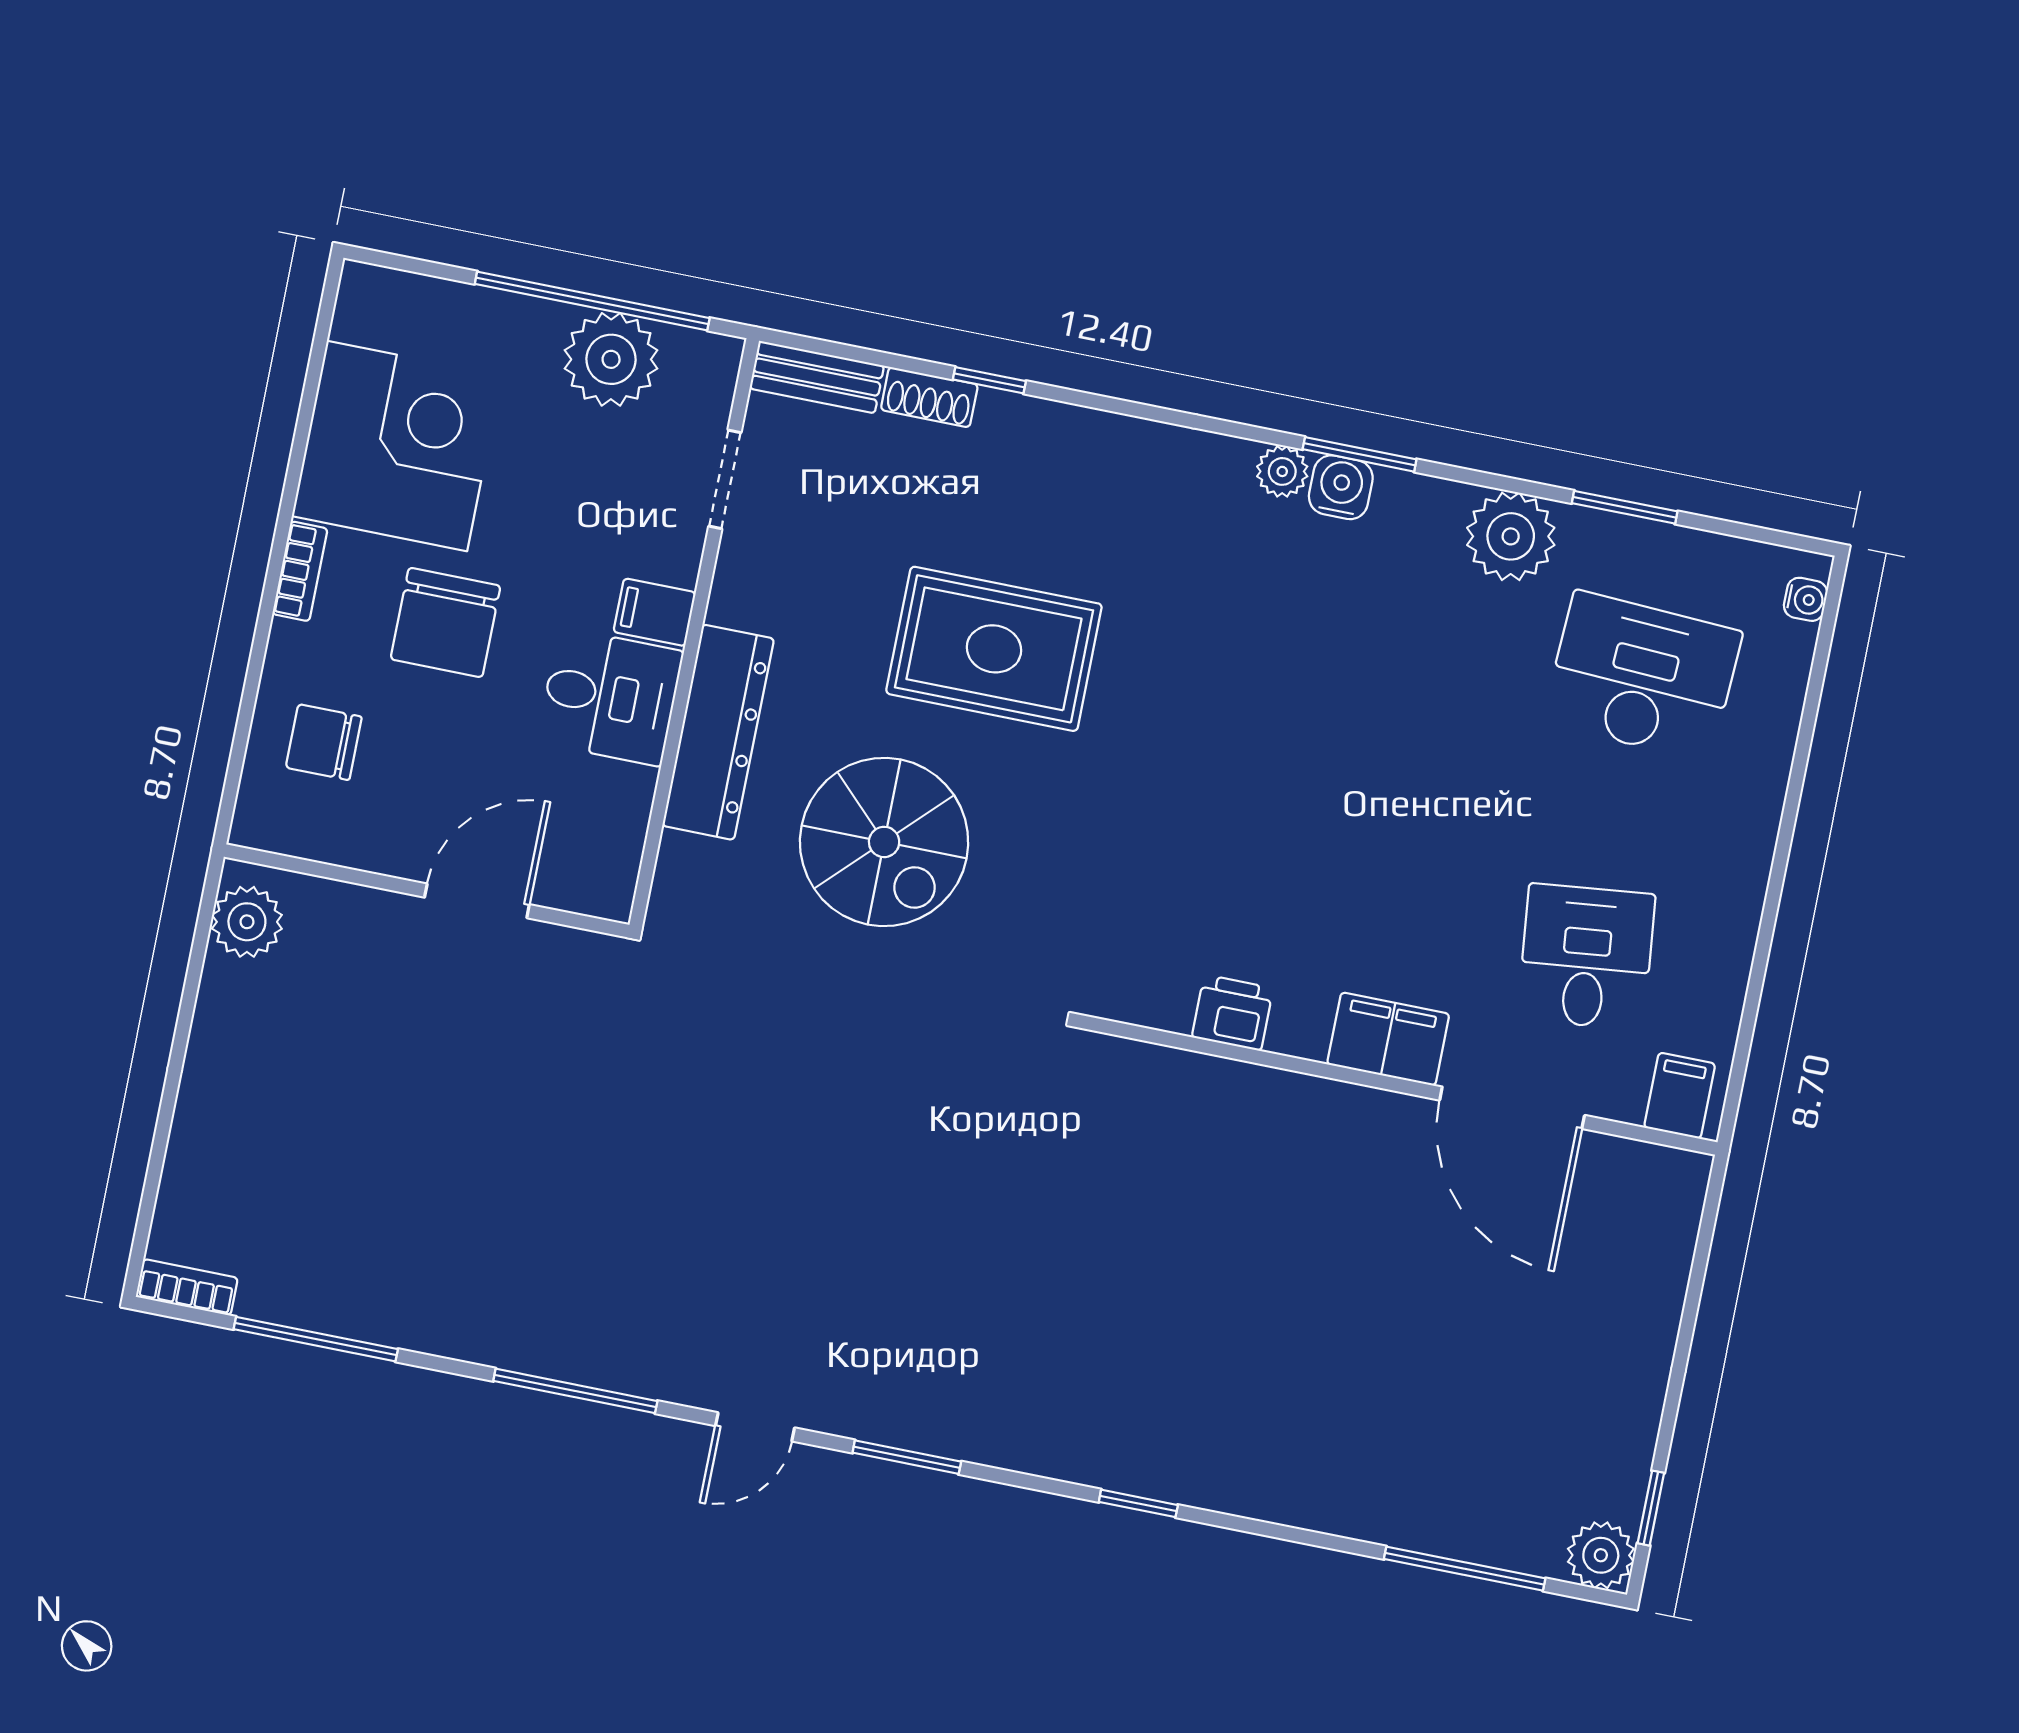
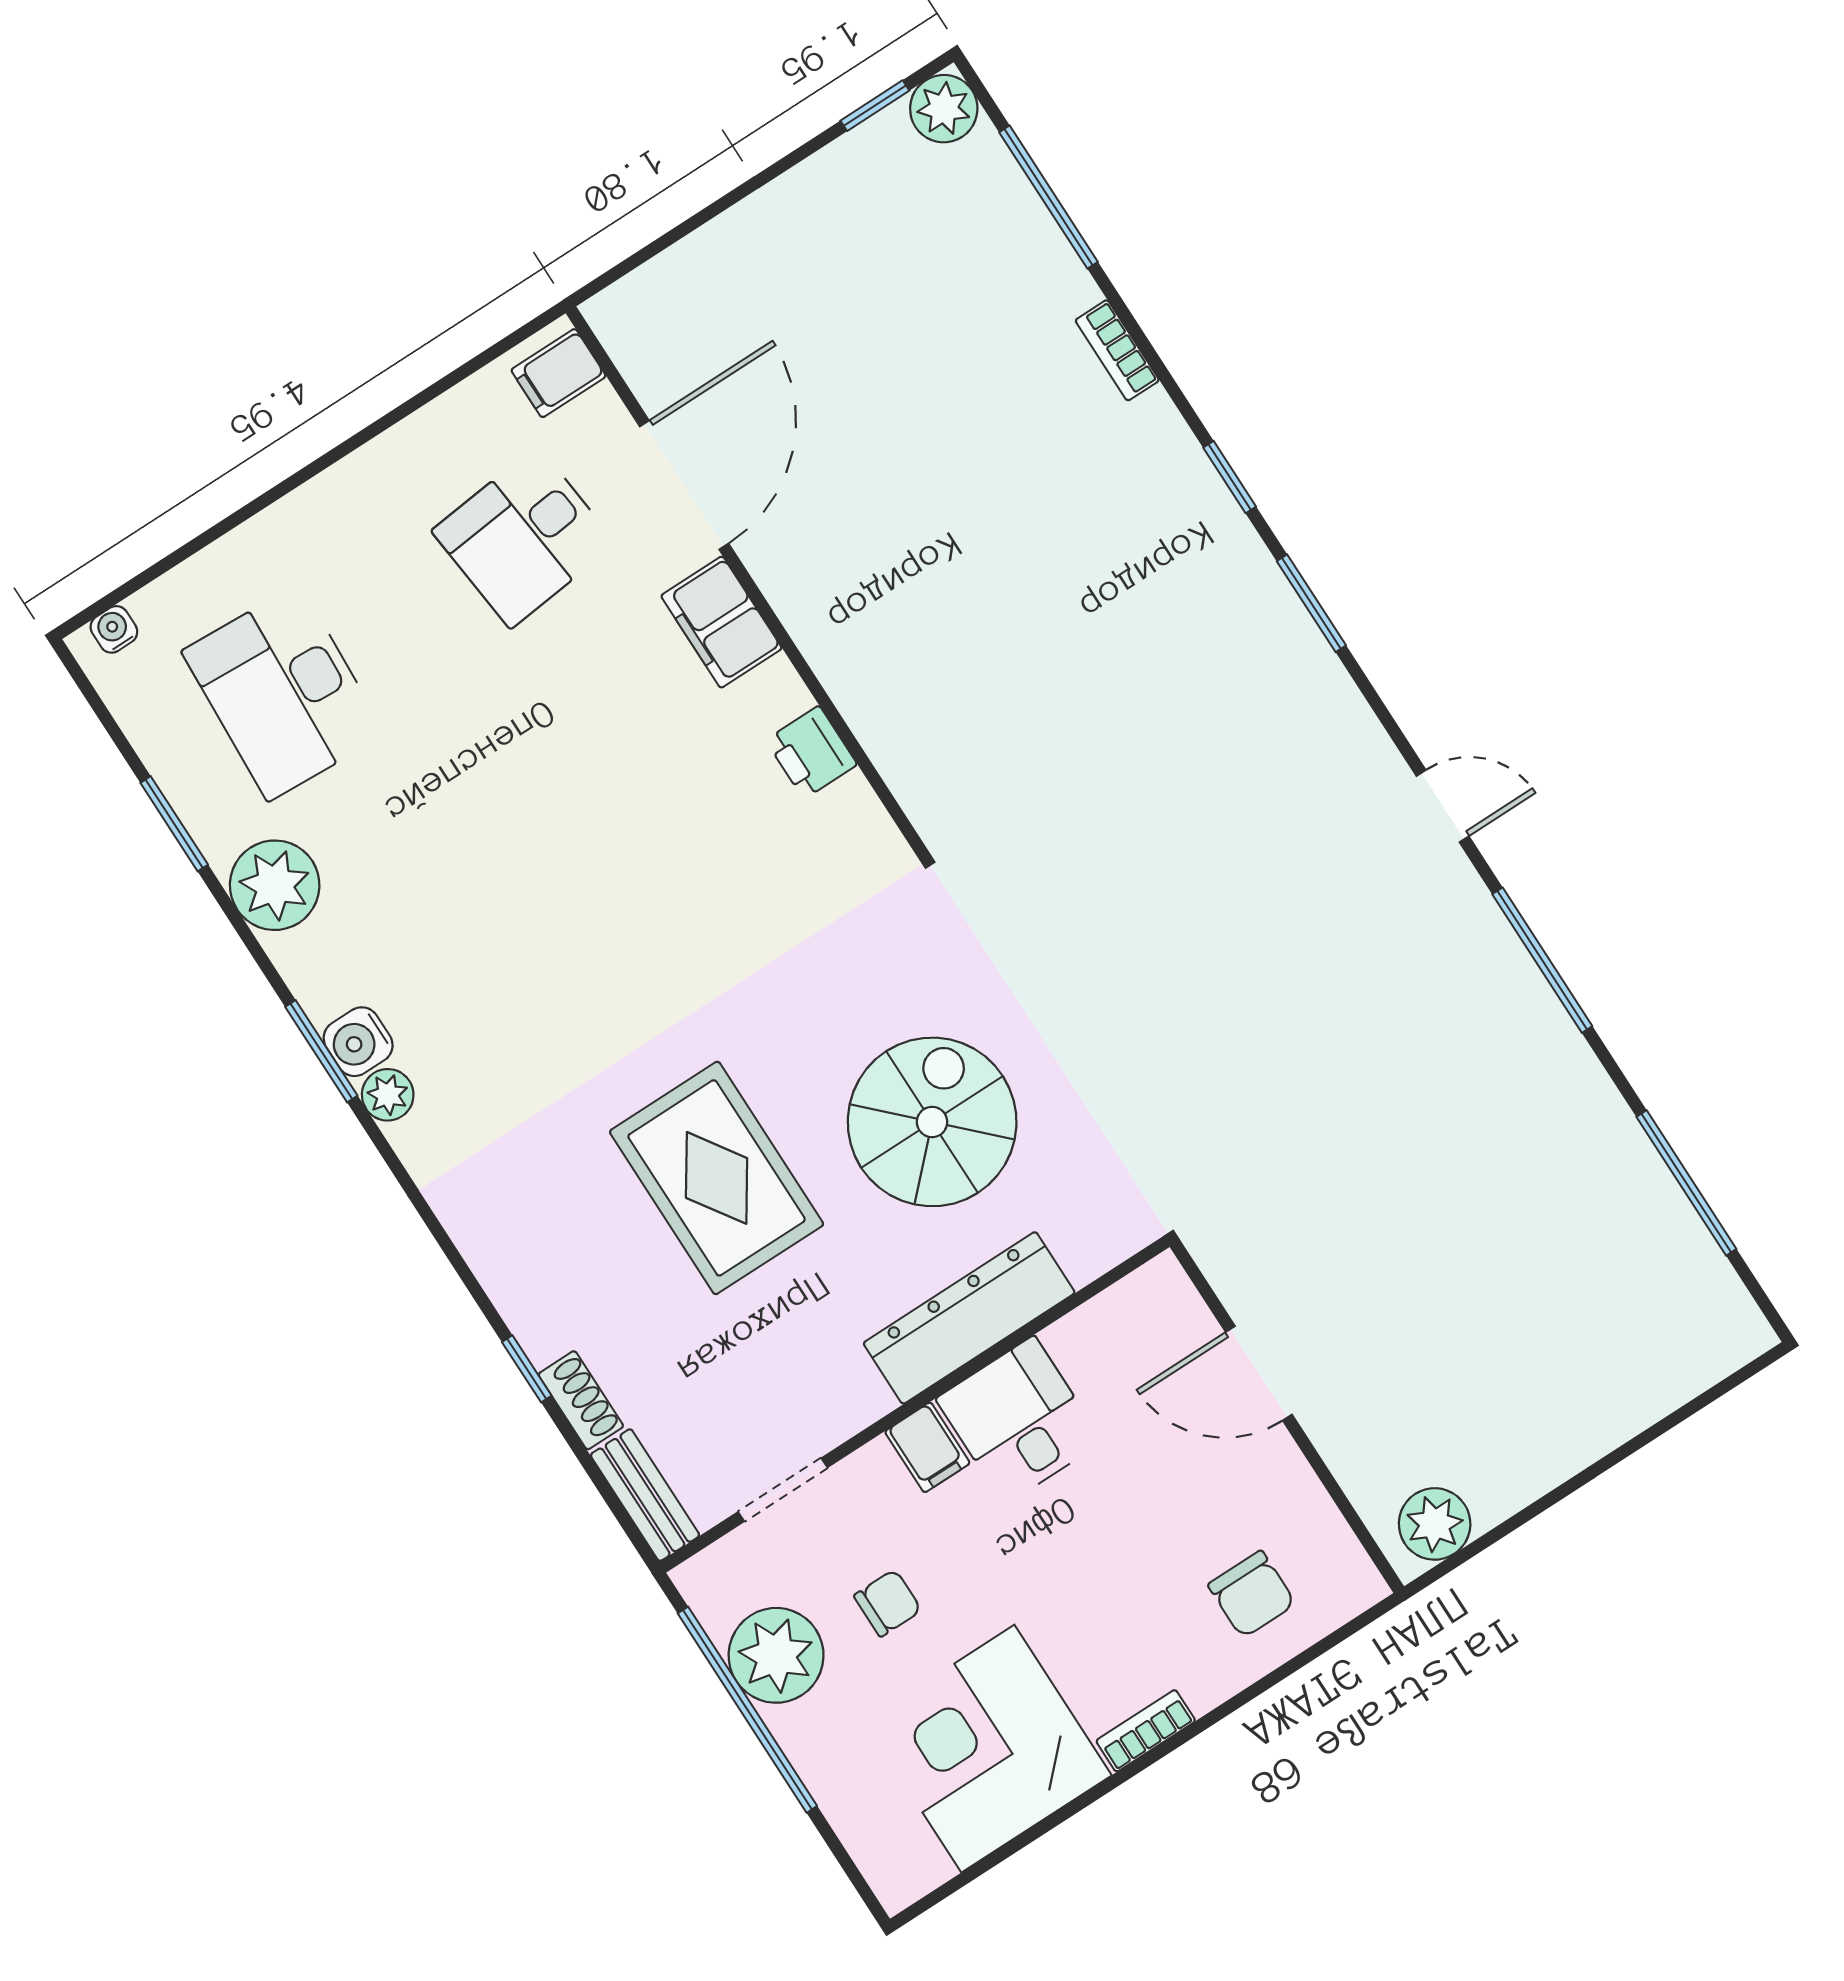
chair: (446, 622) -> (888, 1603), moved, width x0.54, depth x0.54
bookcase: (187, 1287) -> (1117, 350), moved
window: (907, 1457) -> (1311, 603), moved

